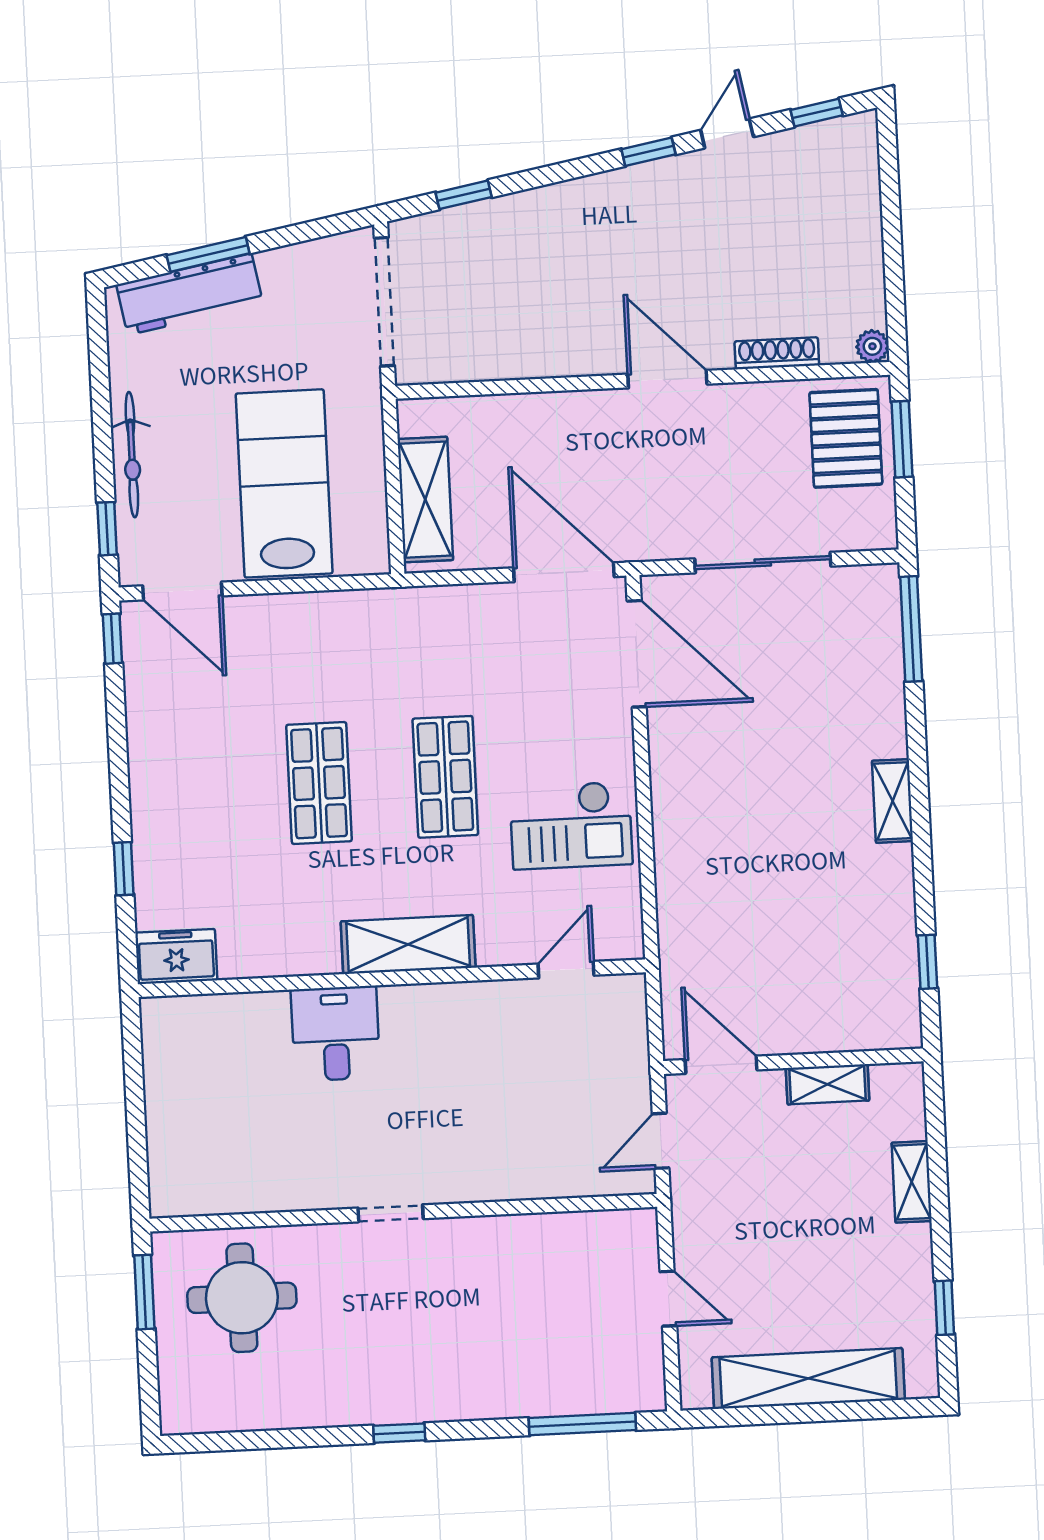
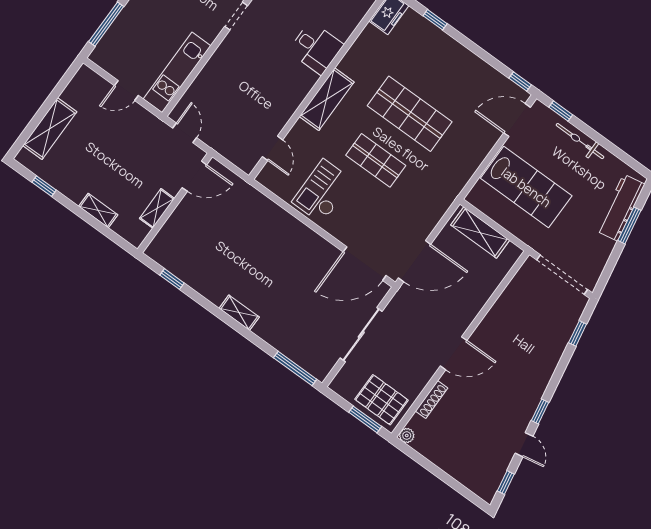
shop shelf: (319, 783) -> (410, 114), width x1.43, depth x1.36
kitchen unit: (568, 1237) -> (177, 72), added
shelving: (808, 1378) -> (50, 129), width x0.68

